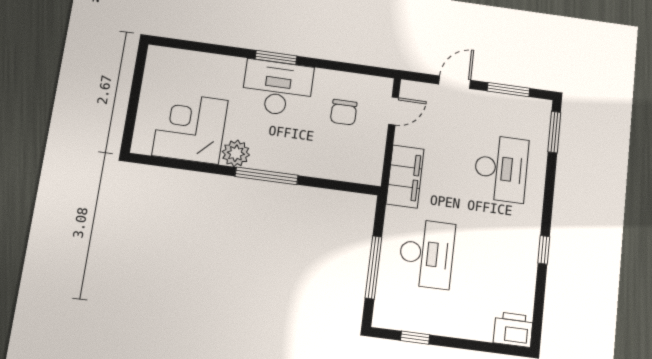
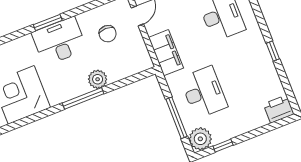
plant: (236, 153) -> (98, 79), moved
plant: (390, 312) -> (200, 139), added

